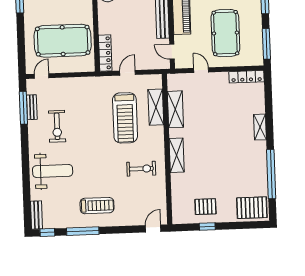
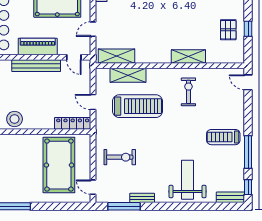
door: (172, 52) -> (74, 57), hinge flipped
bench: (32, 107) -> (142, 198), moved
shelving: (175, 109) -> (117, 56), moved
exercise bike: (57, 126) -> (120, 157), moved
shelving: (177, 155) -> (188, 57), moved
treadmill: (97, 206) -> (223, 137), turned -90

